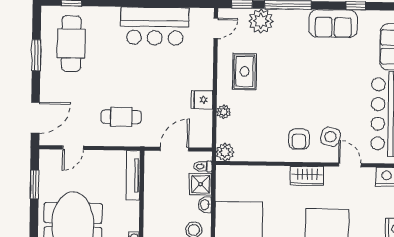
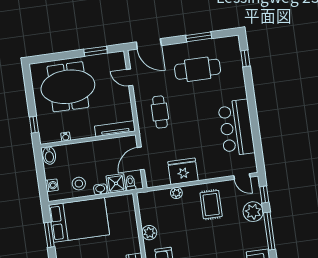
cafe table: (71, 44) -> (198, 69), moved
rug: (244, 71) -> (211, 205), turned 90
fridge: (202, 100) -> (183, 171), width x1.88, depth x1.34
door: (174, 149) -> (141, 158), swing flipped
plant: (225, 152) -> (149, 233), moved

